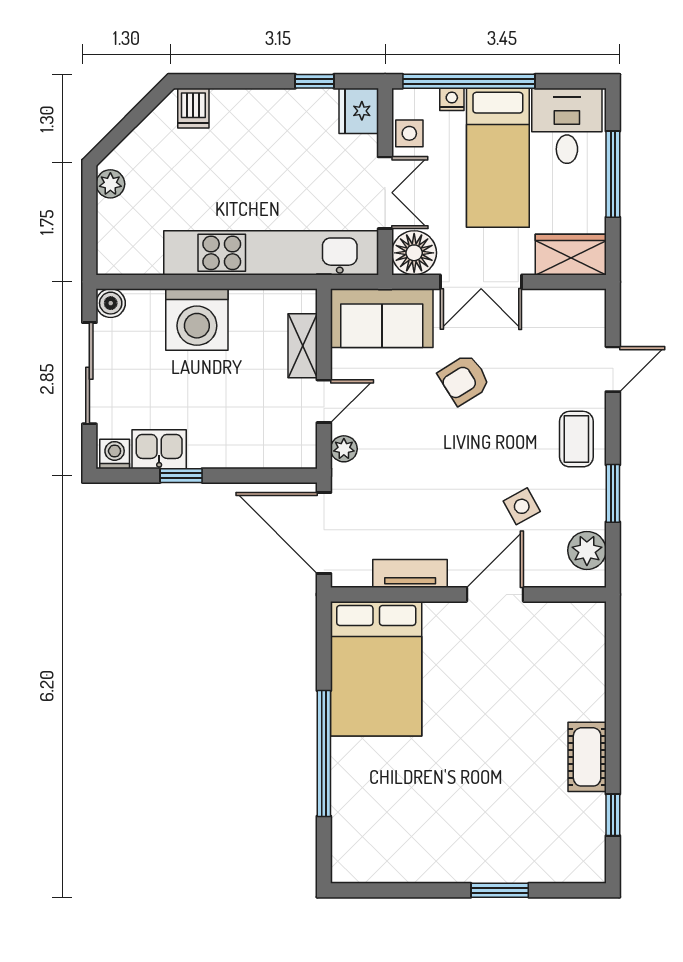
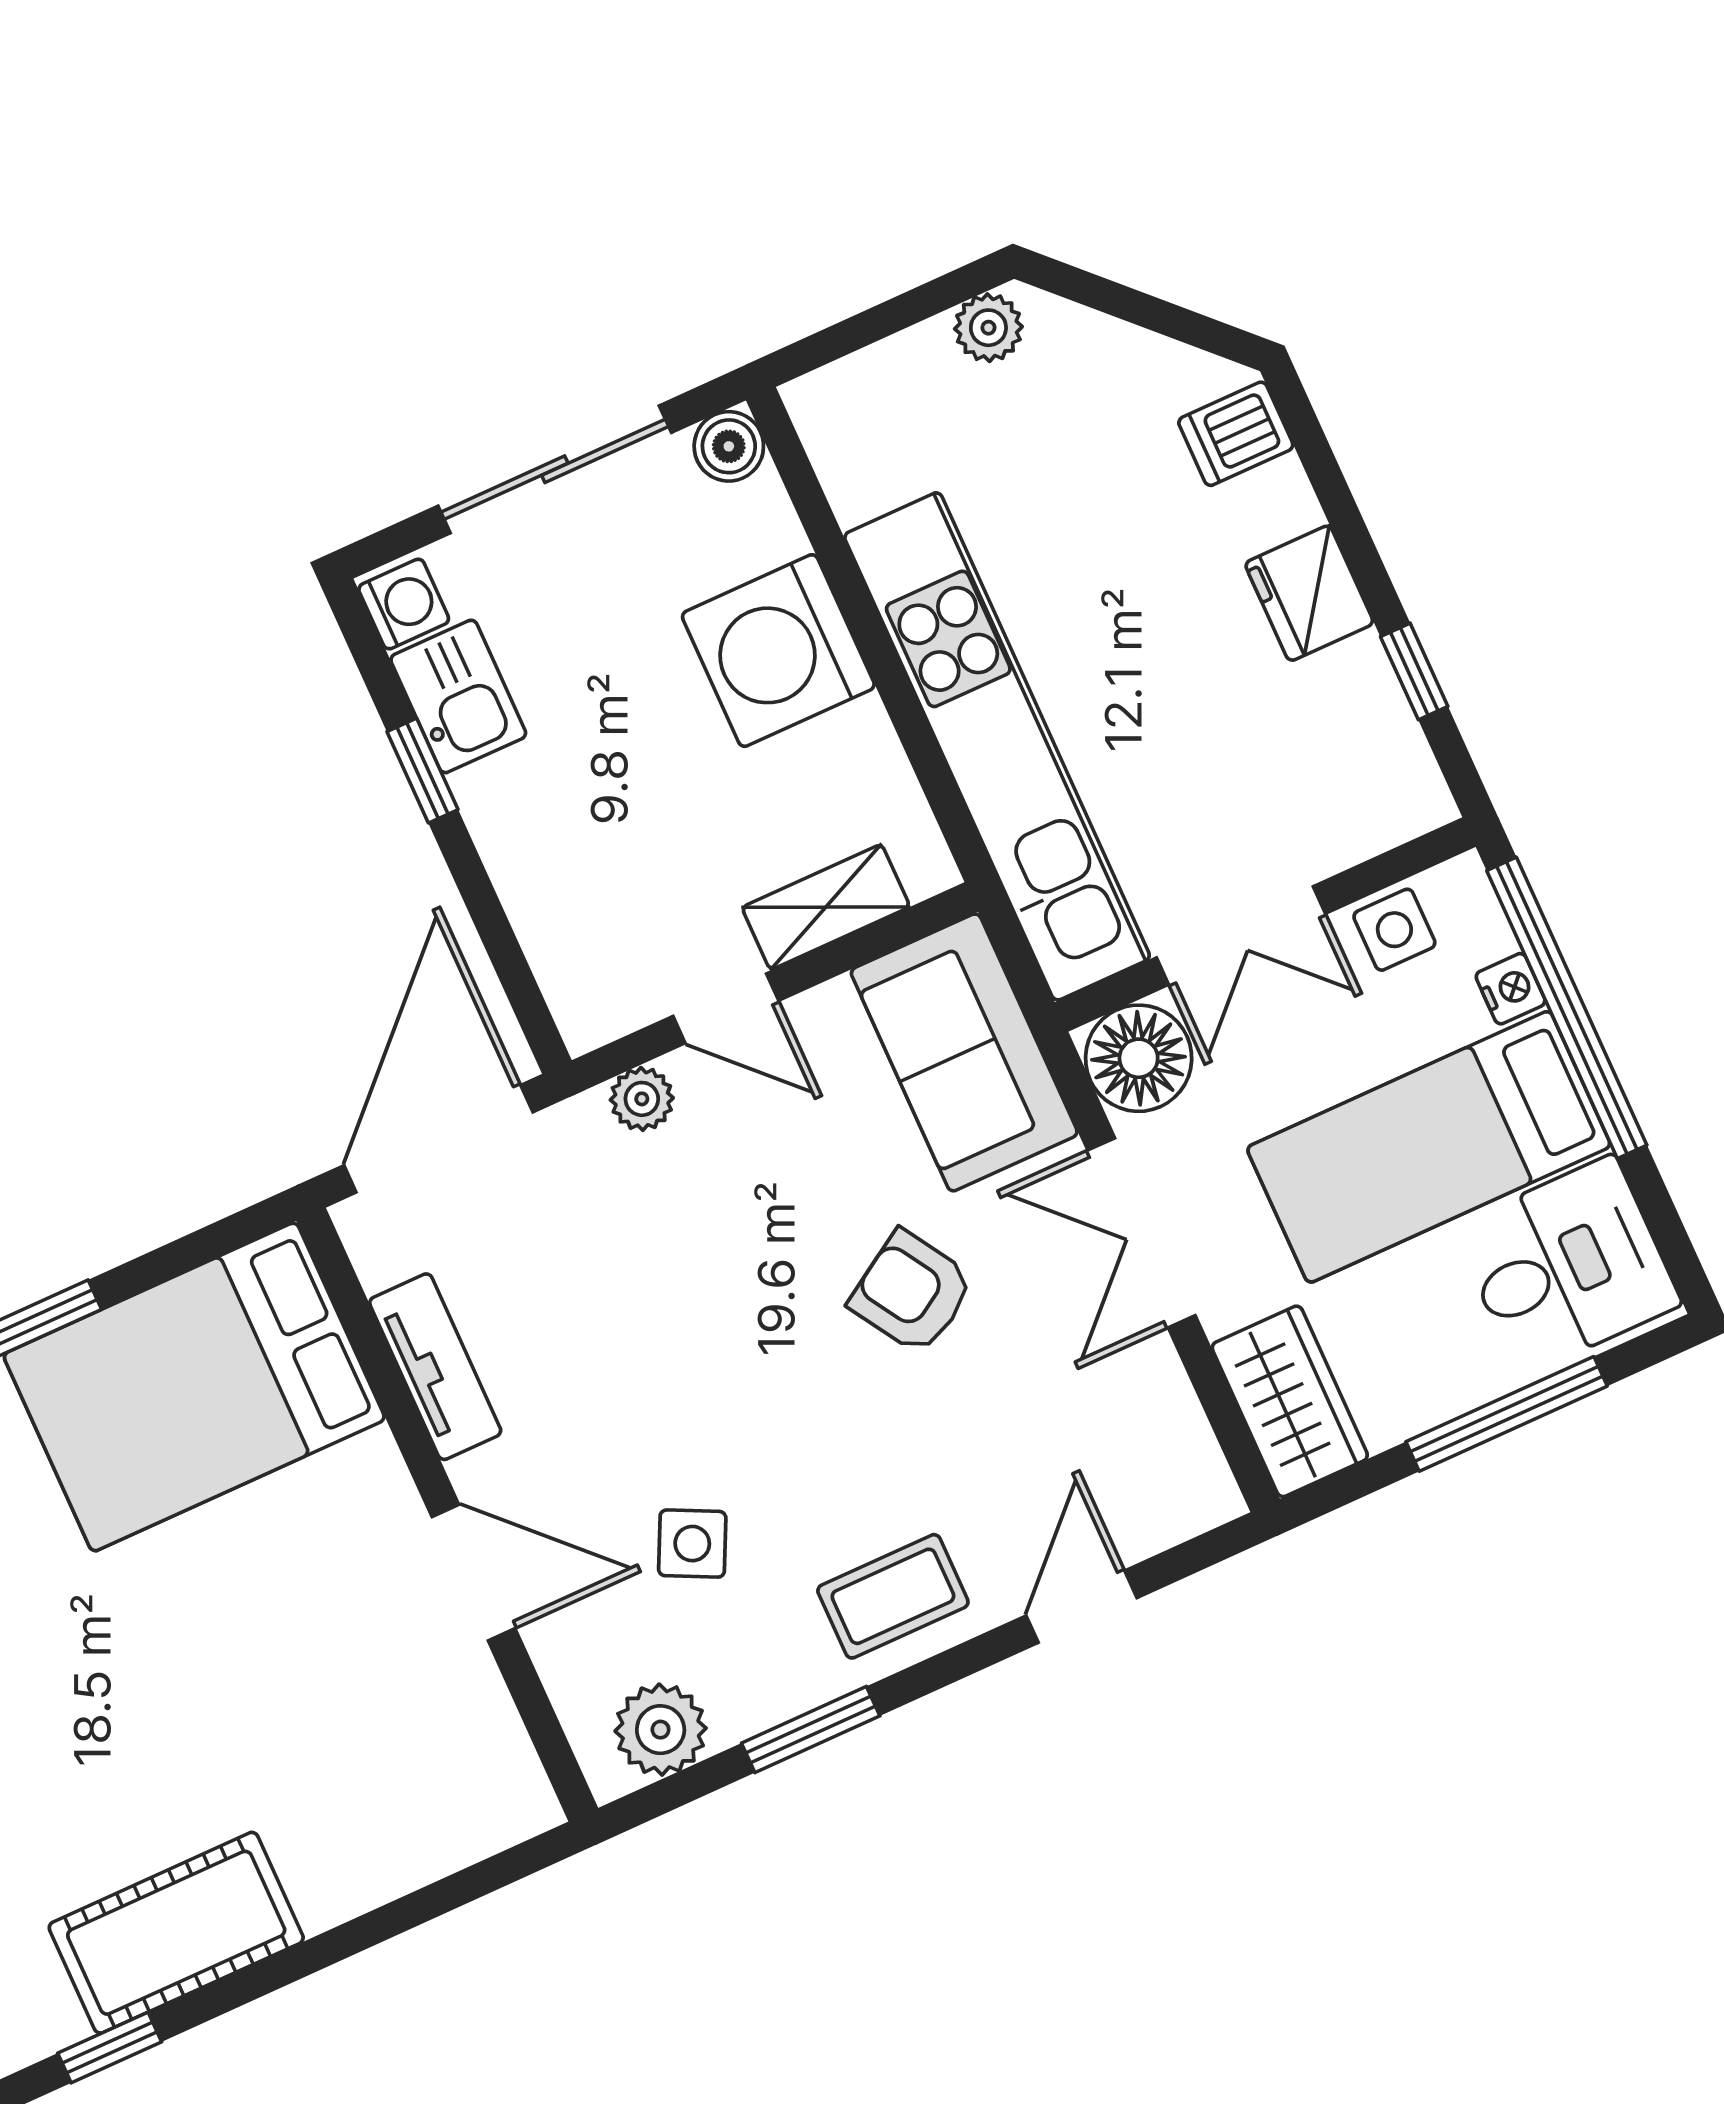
fridge: (359, 111) -> (1309, 593), moved, turned -90
door: (613, 369) -> (1081, 1607), swing flipped
side table: (522, 506) -> (692, 1544), turned -35
cot: (587, 757) -> (176, 1933), width x1.37, depth x1.34

